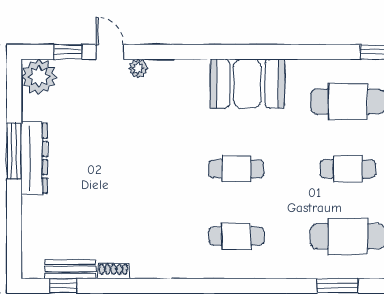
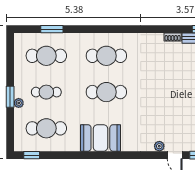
cafe table: (236, 169) -> (106, 92), width x1.37, depth x1.35
cafe table: (236, 236) -> (106, 56), width x1.37, depth x1.35

